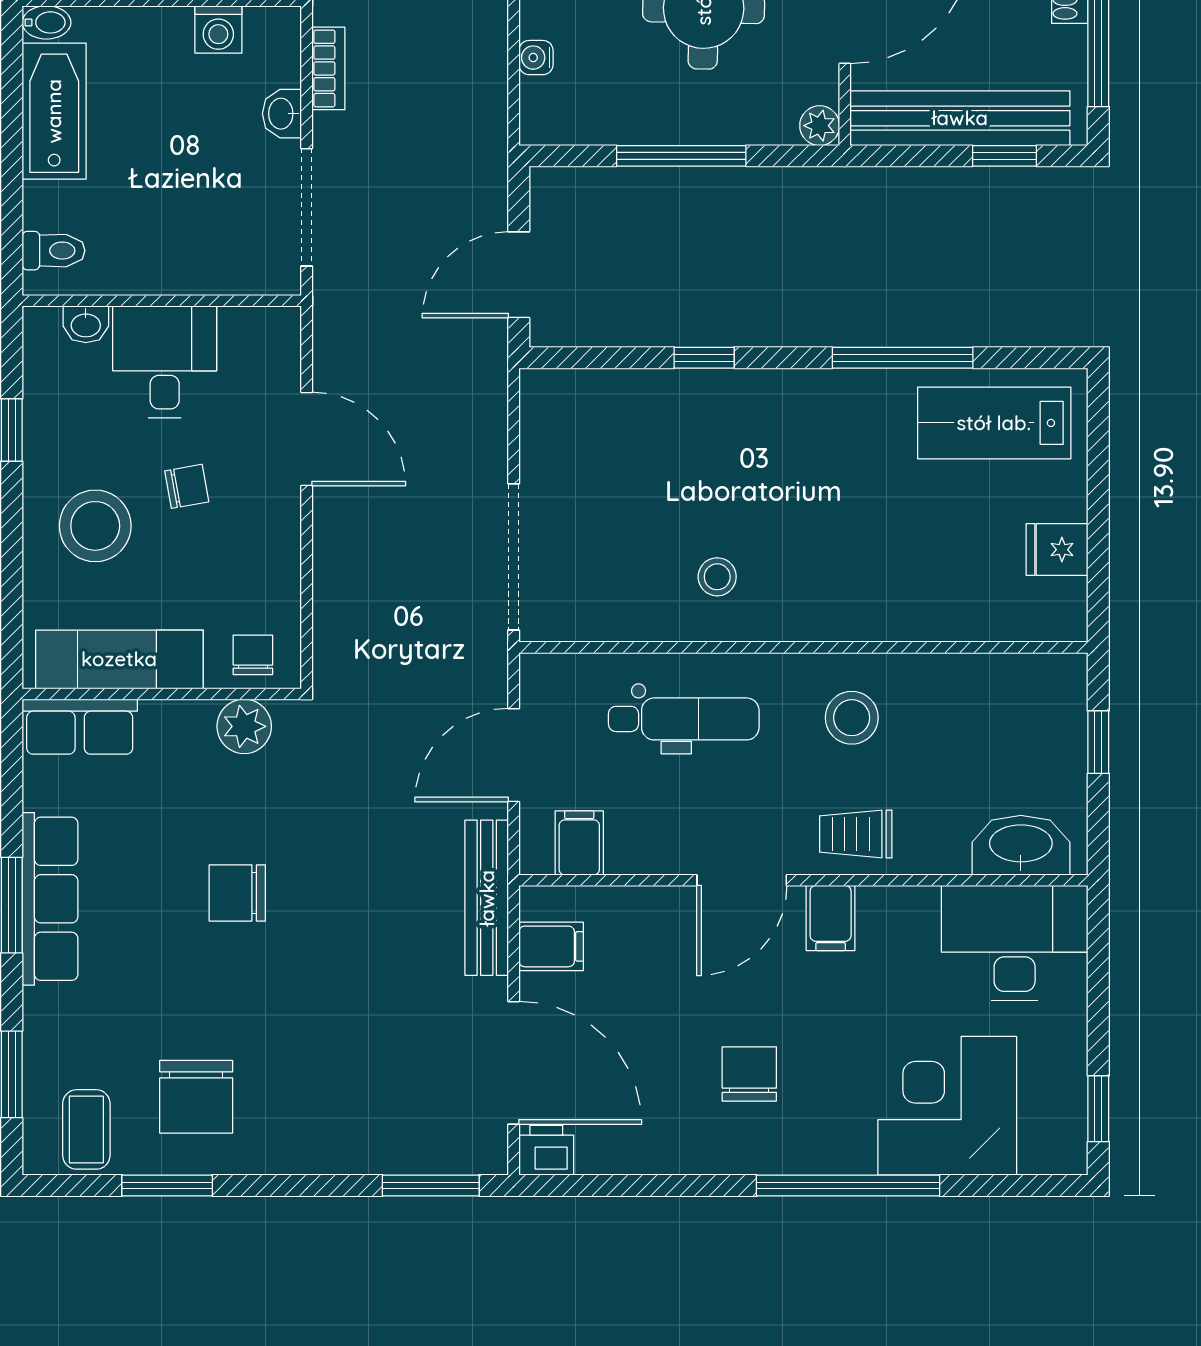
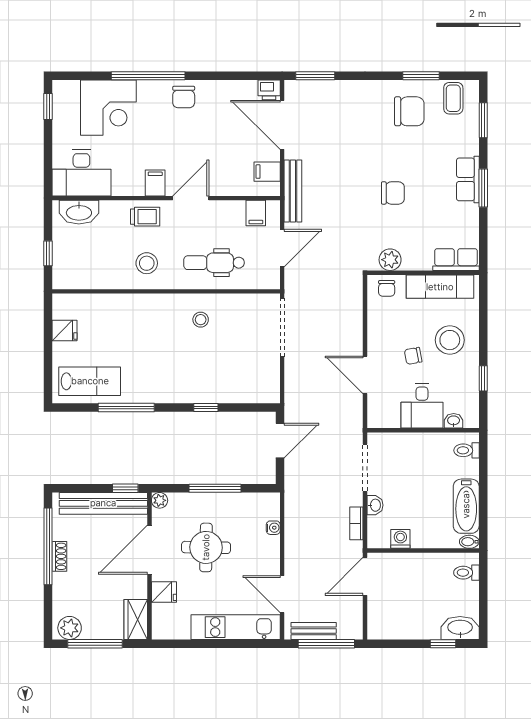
window: (1004, 156) -> (125, 488), moved
row of seats: (50, 899) -> (468, 179), width x0.68
chair: (749, 1074) -> (184, 97), moved
chair: (196, 1097) -> (409, 111), turned 90

